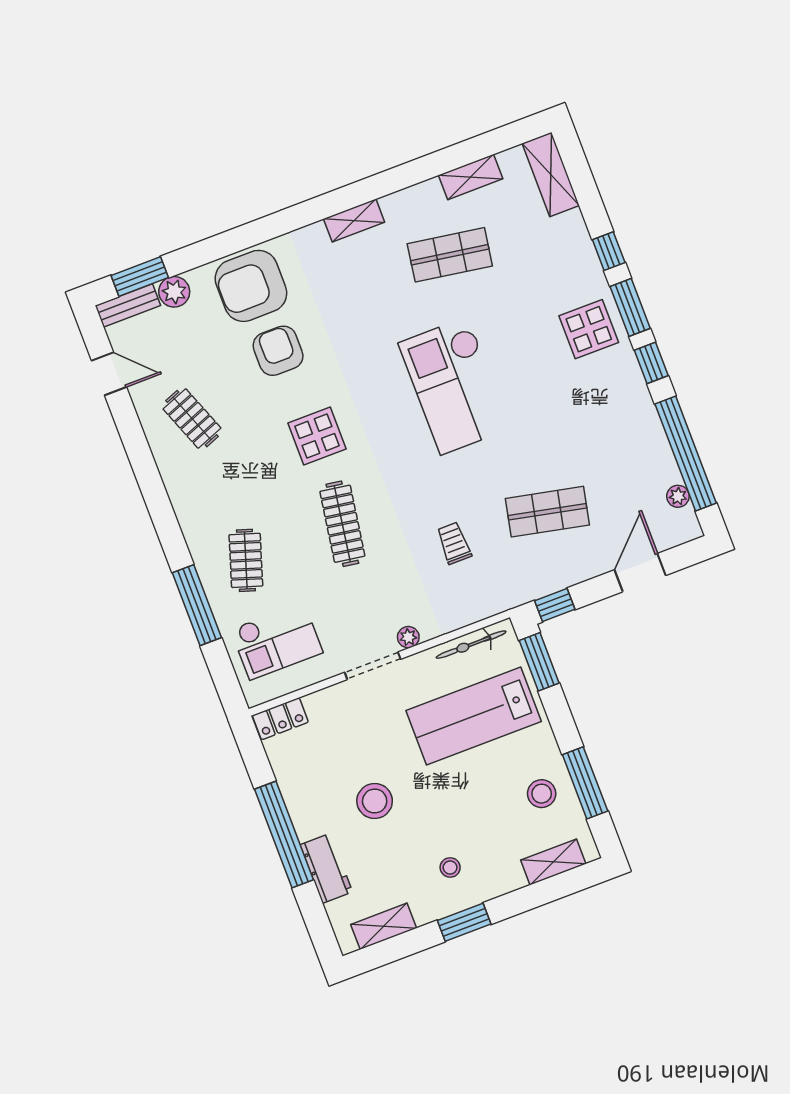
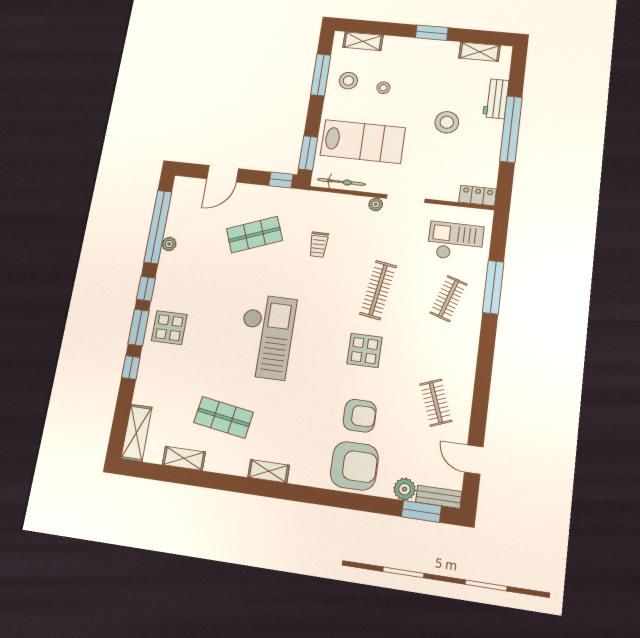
armchair: (278, 351) -> (360, 416), turned -90
plant: (678, 496) -> (169, 244), moved
shop shelf: (547, 512) -> (255, 235), turned -33
stool: (450, 867) -> (383, 88), moved

